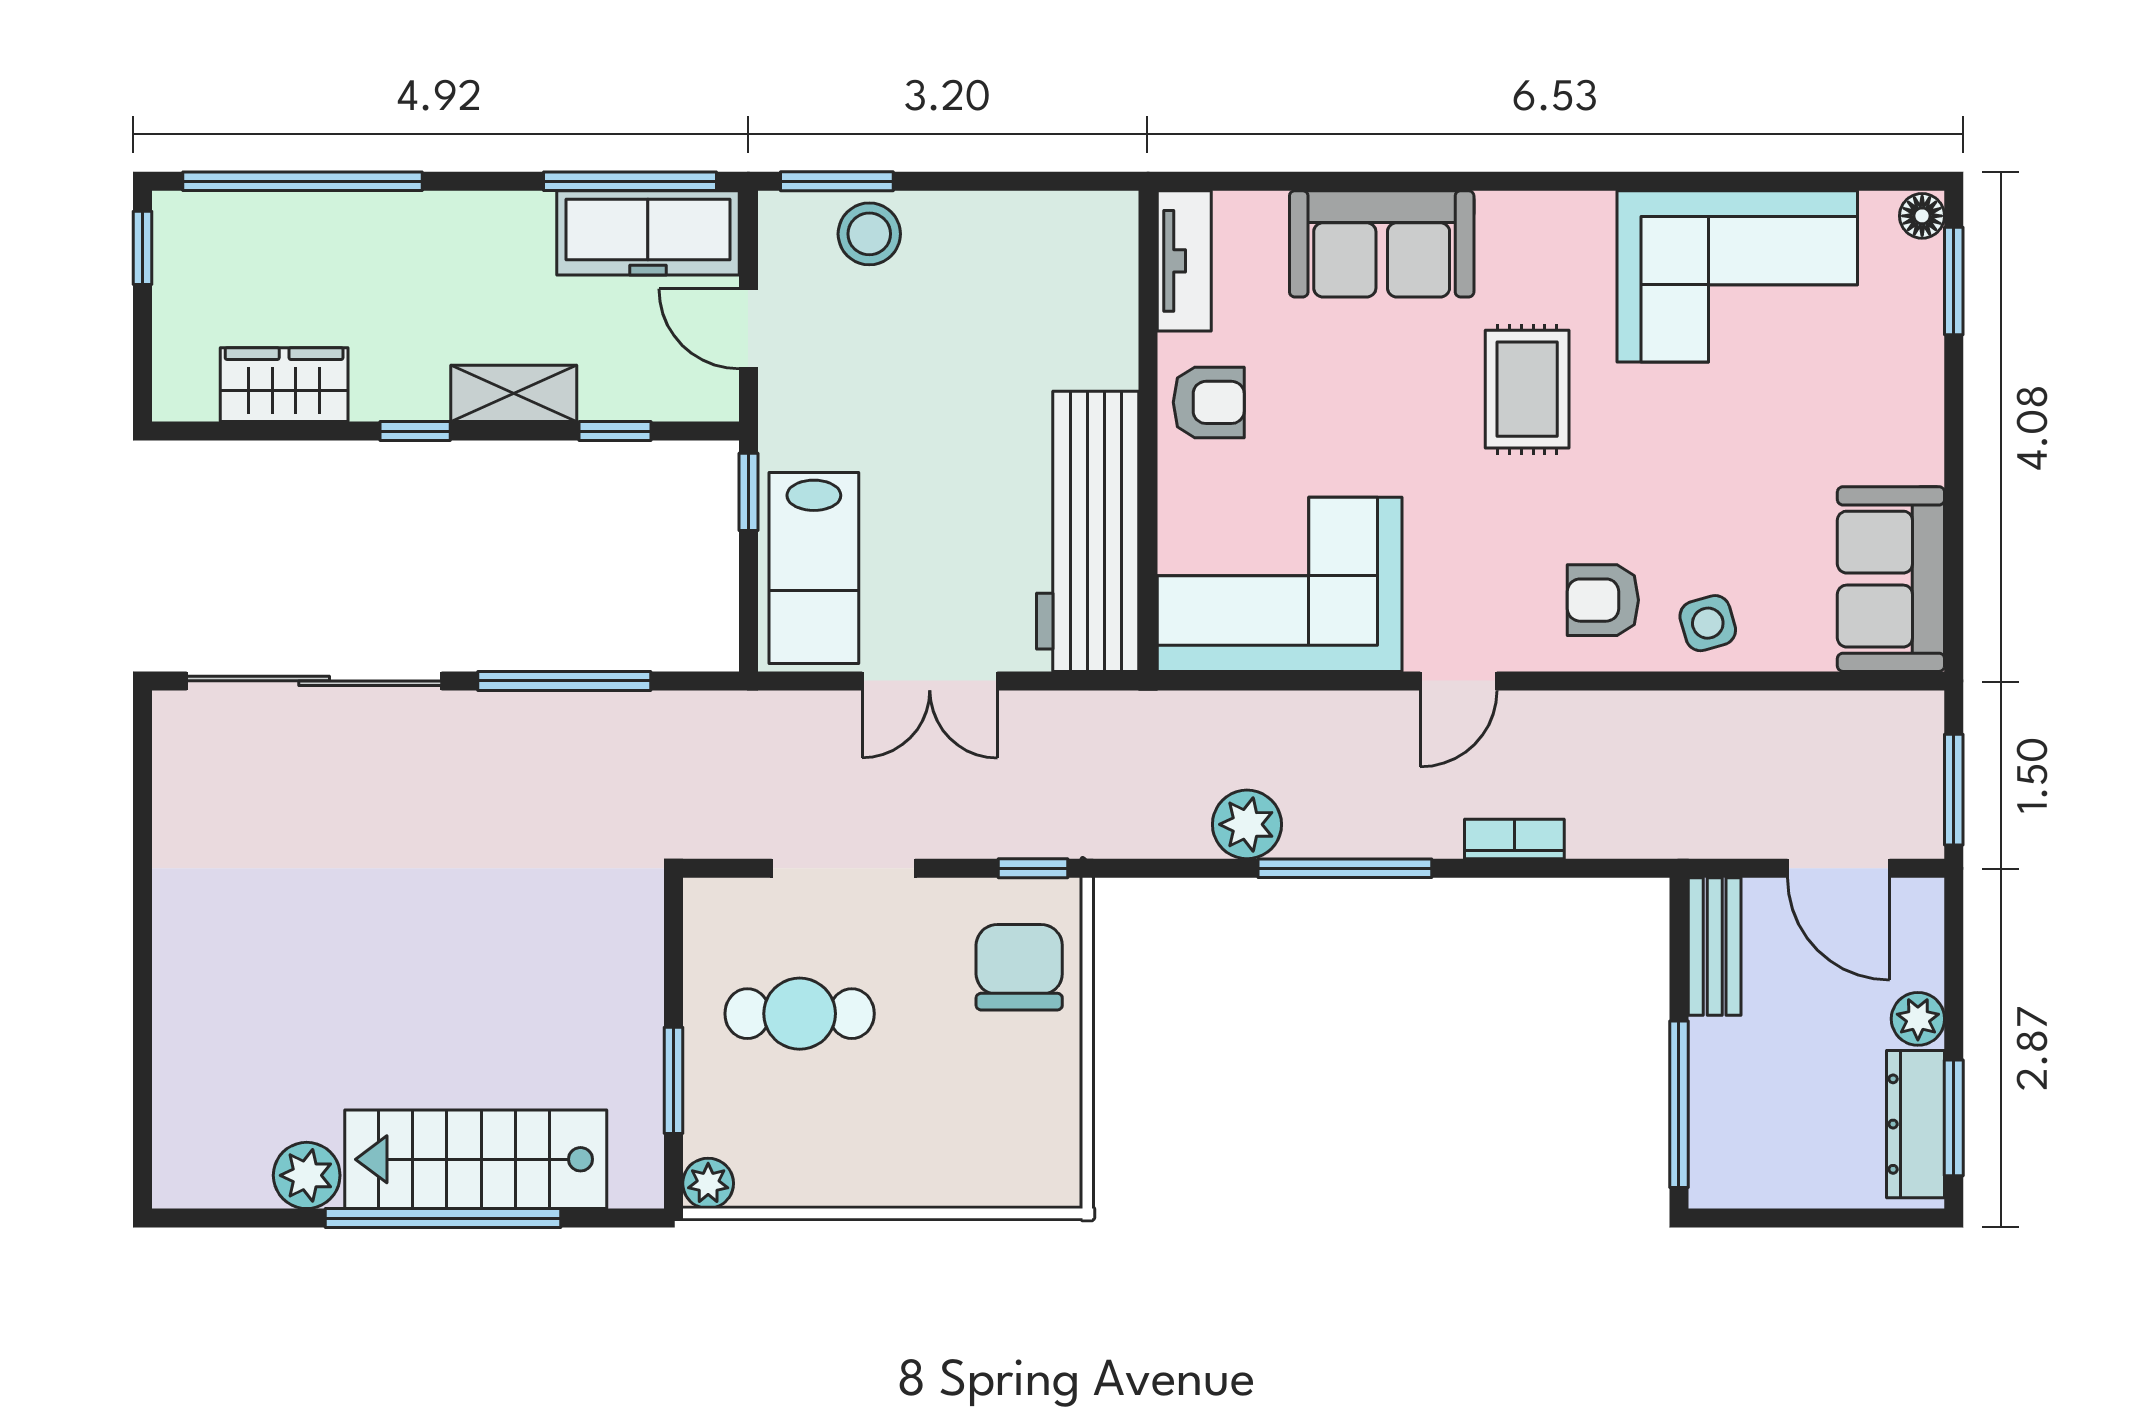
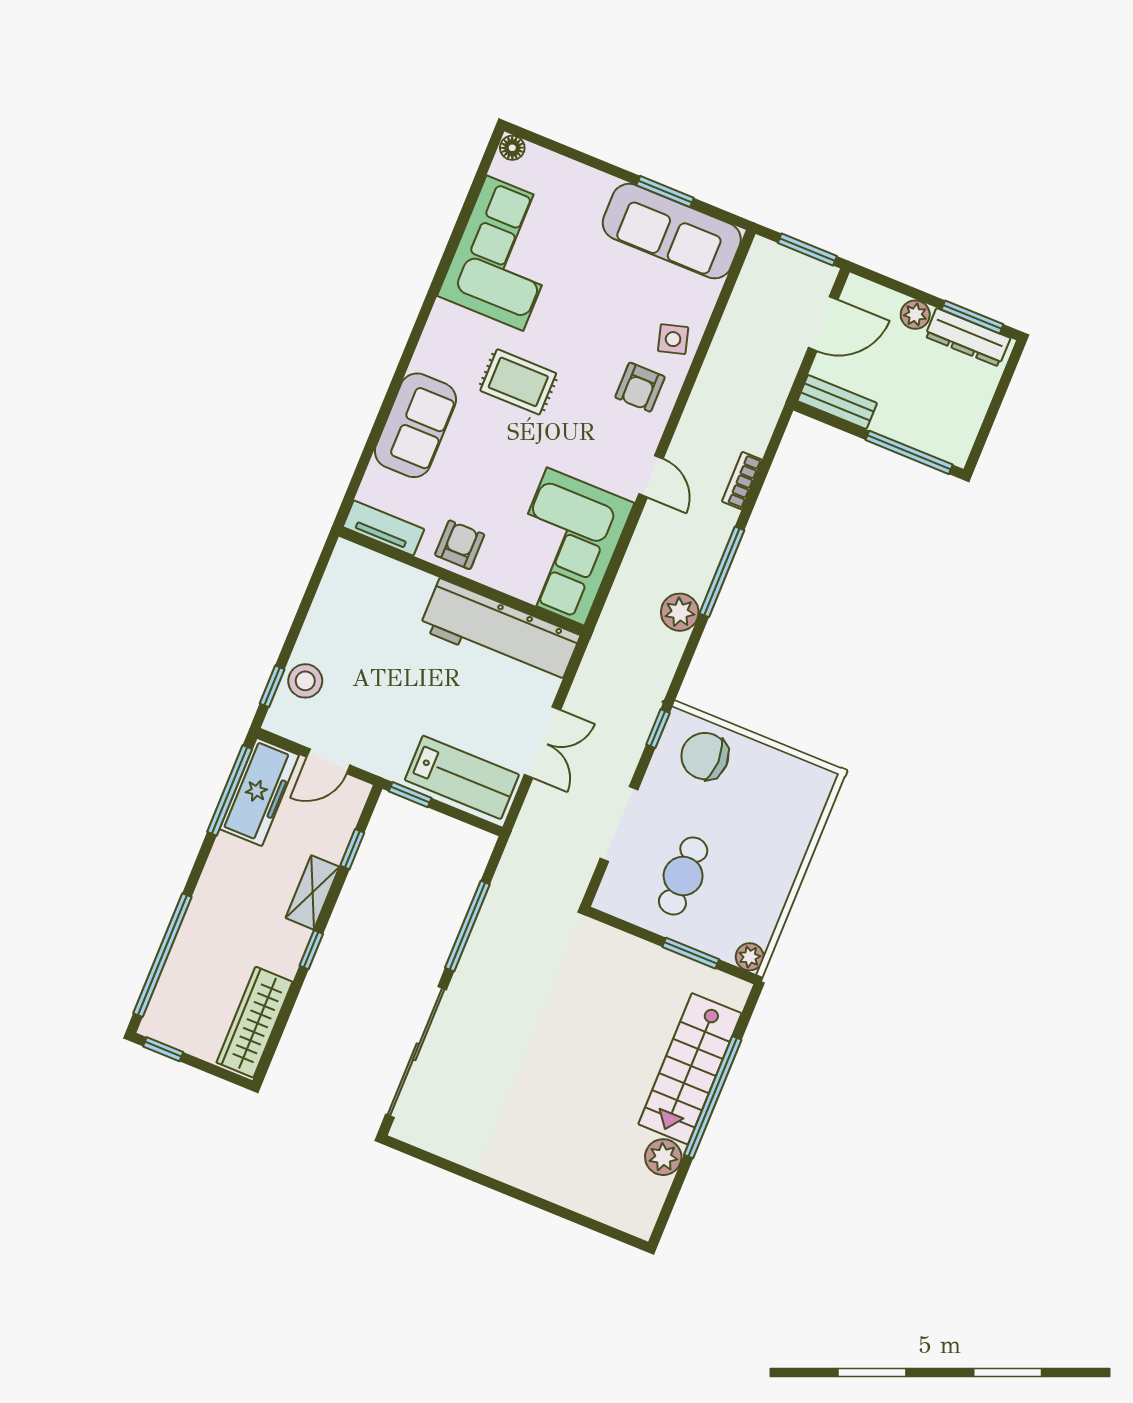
window: (837, 181) -> (272, 686), width x0.67
window: (1954, 281) -> (665, 192), moved
wardrobe: (284, 385) -> (254, 1022), width x1.50
sofa: (1891, 579) -> (672, 231), width x1.36

